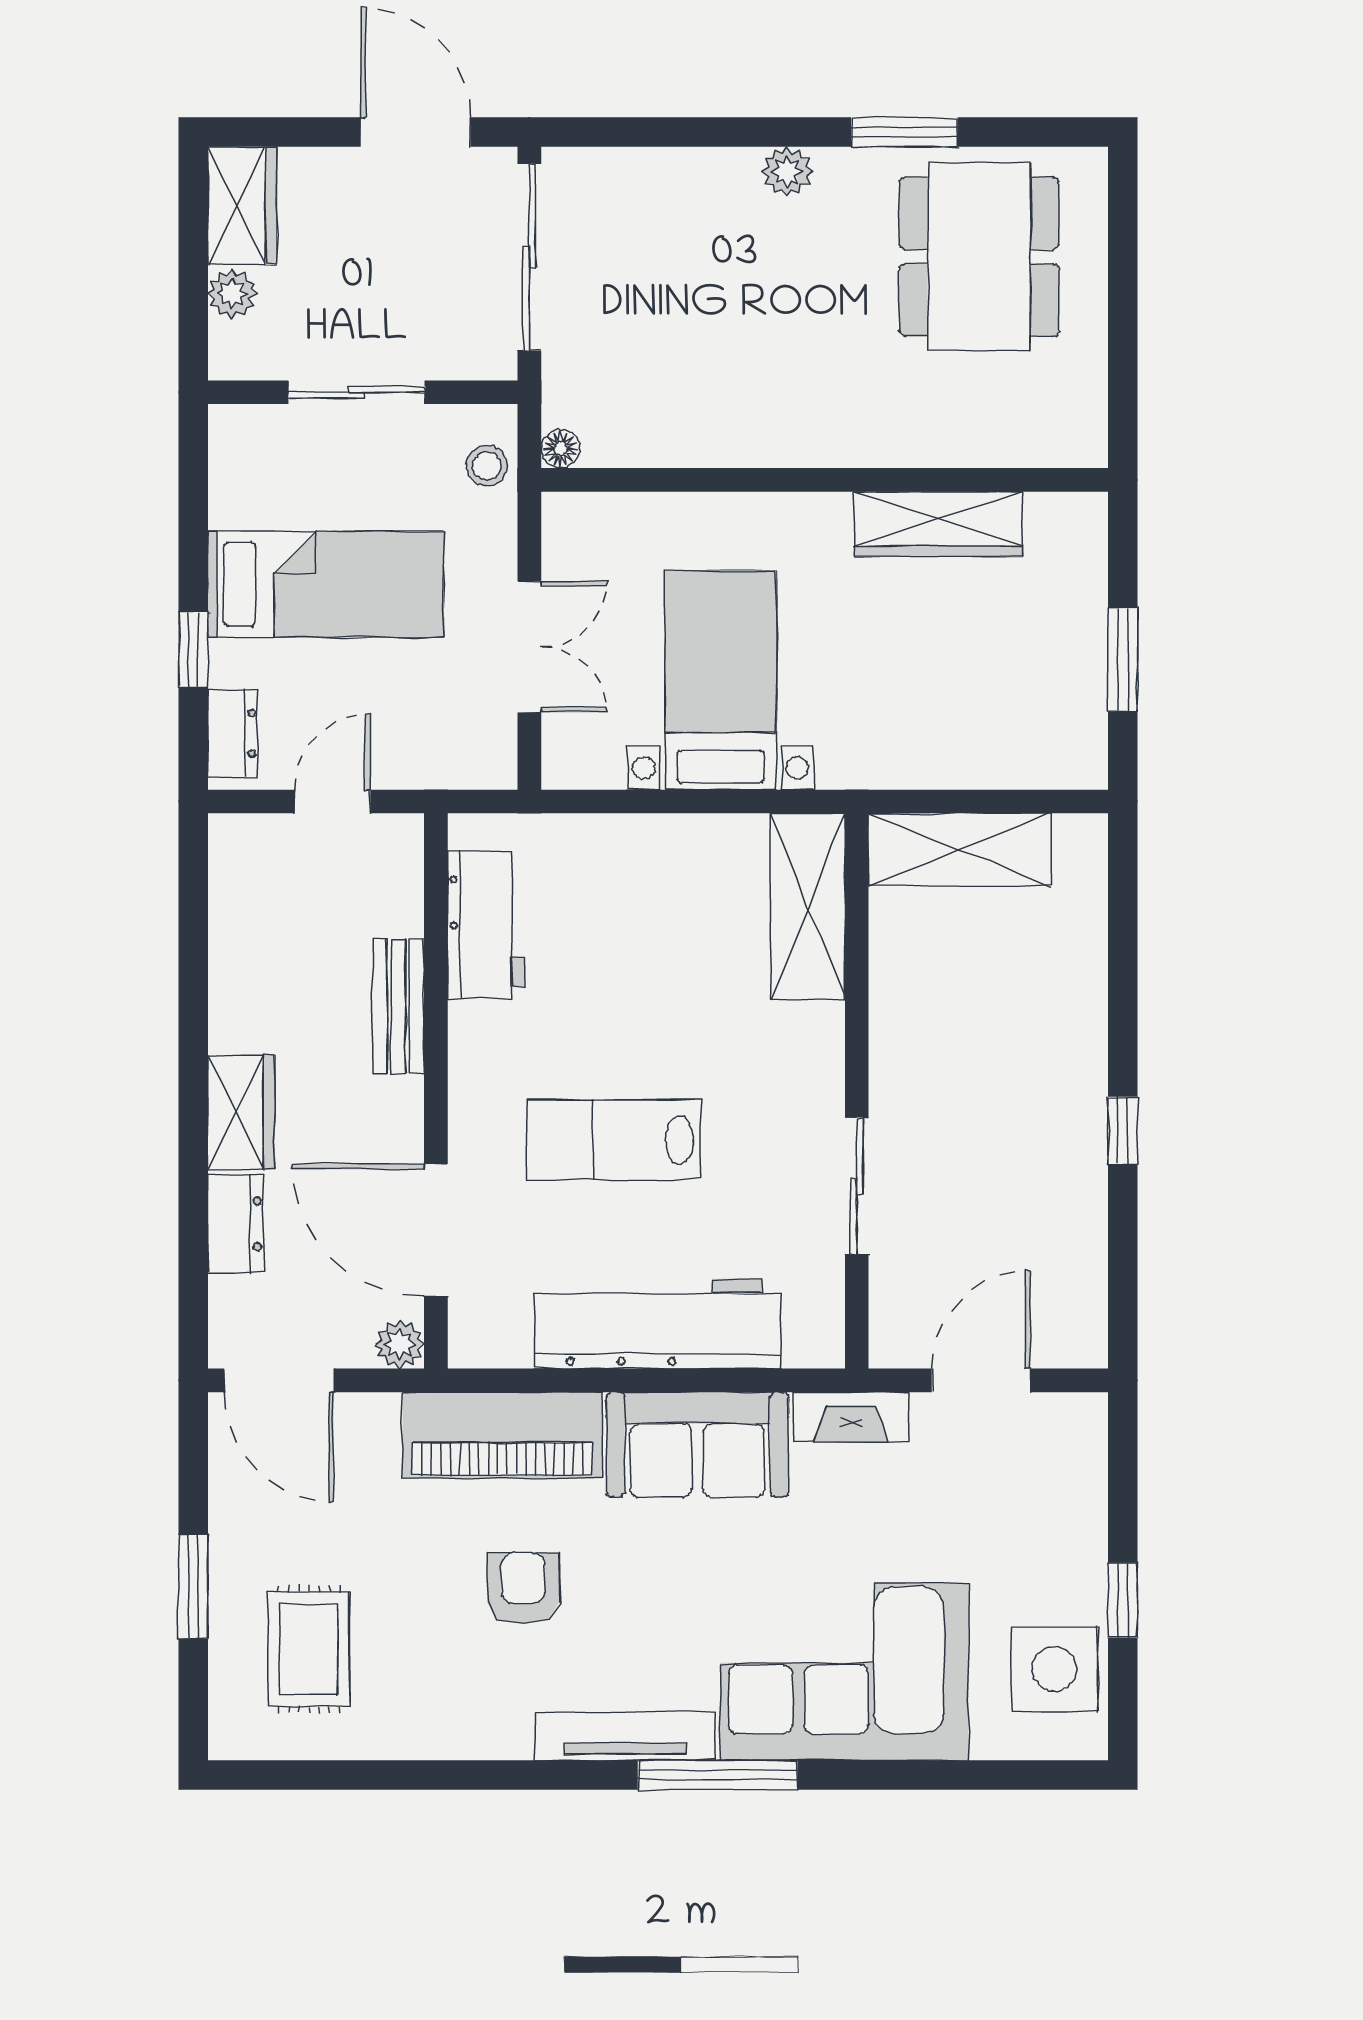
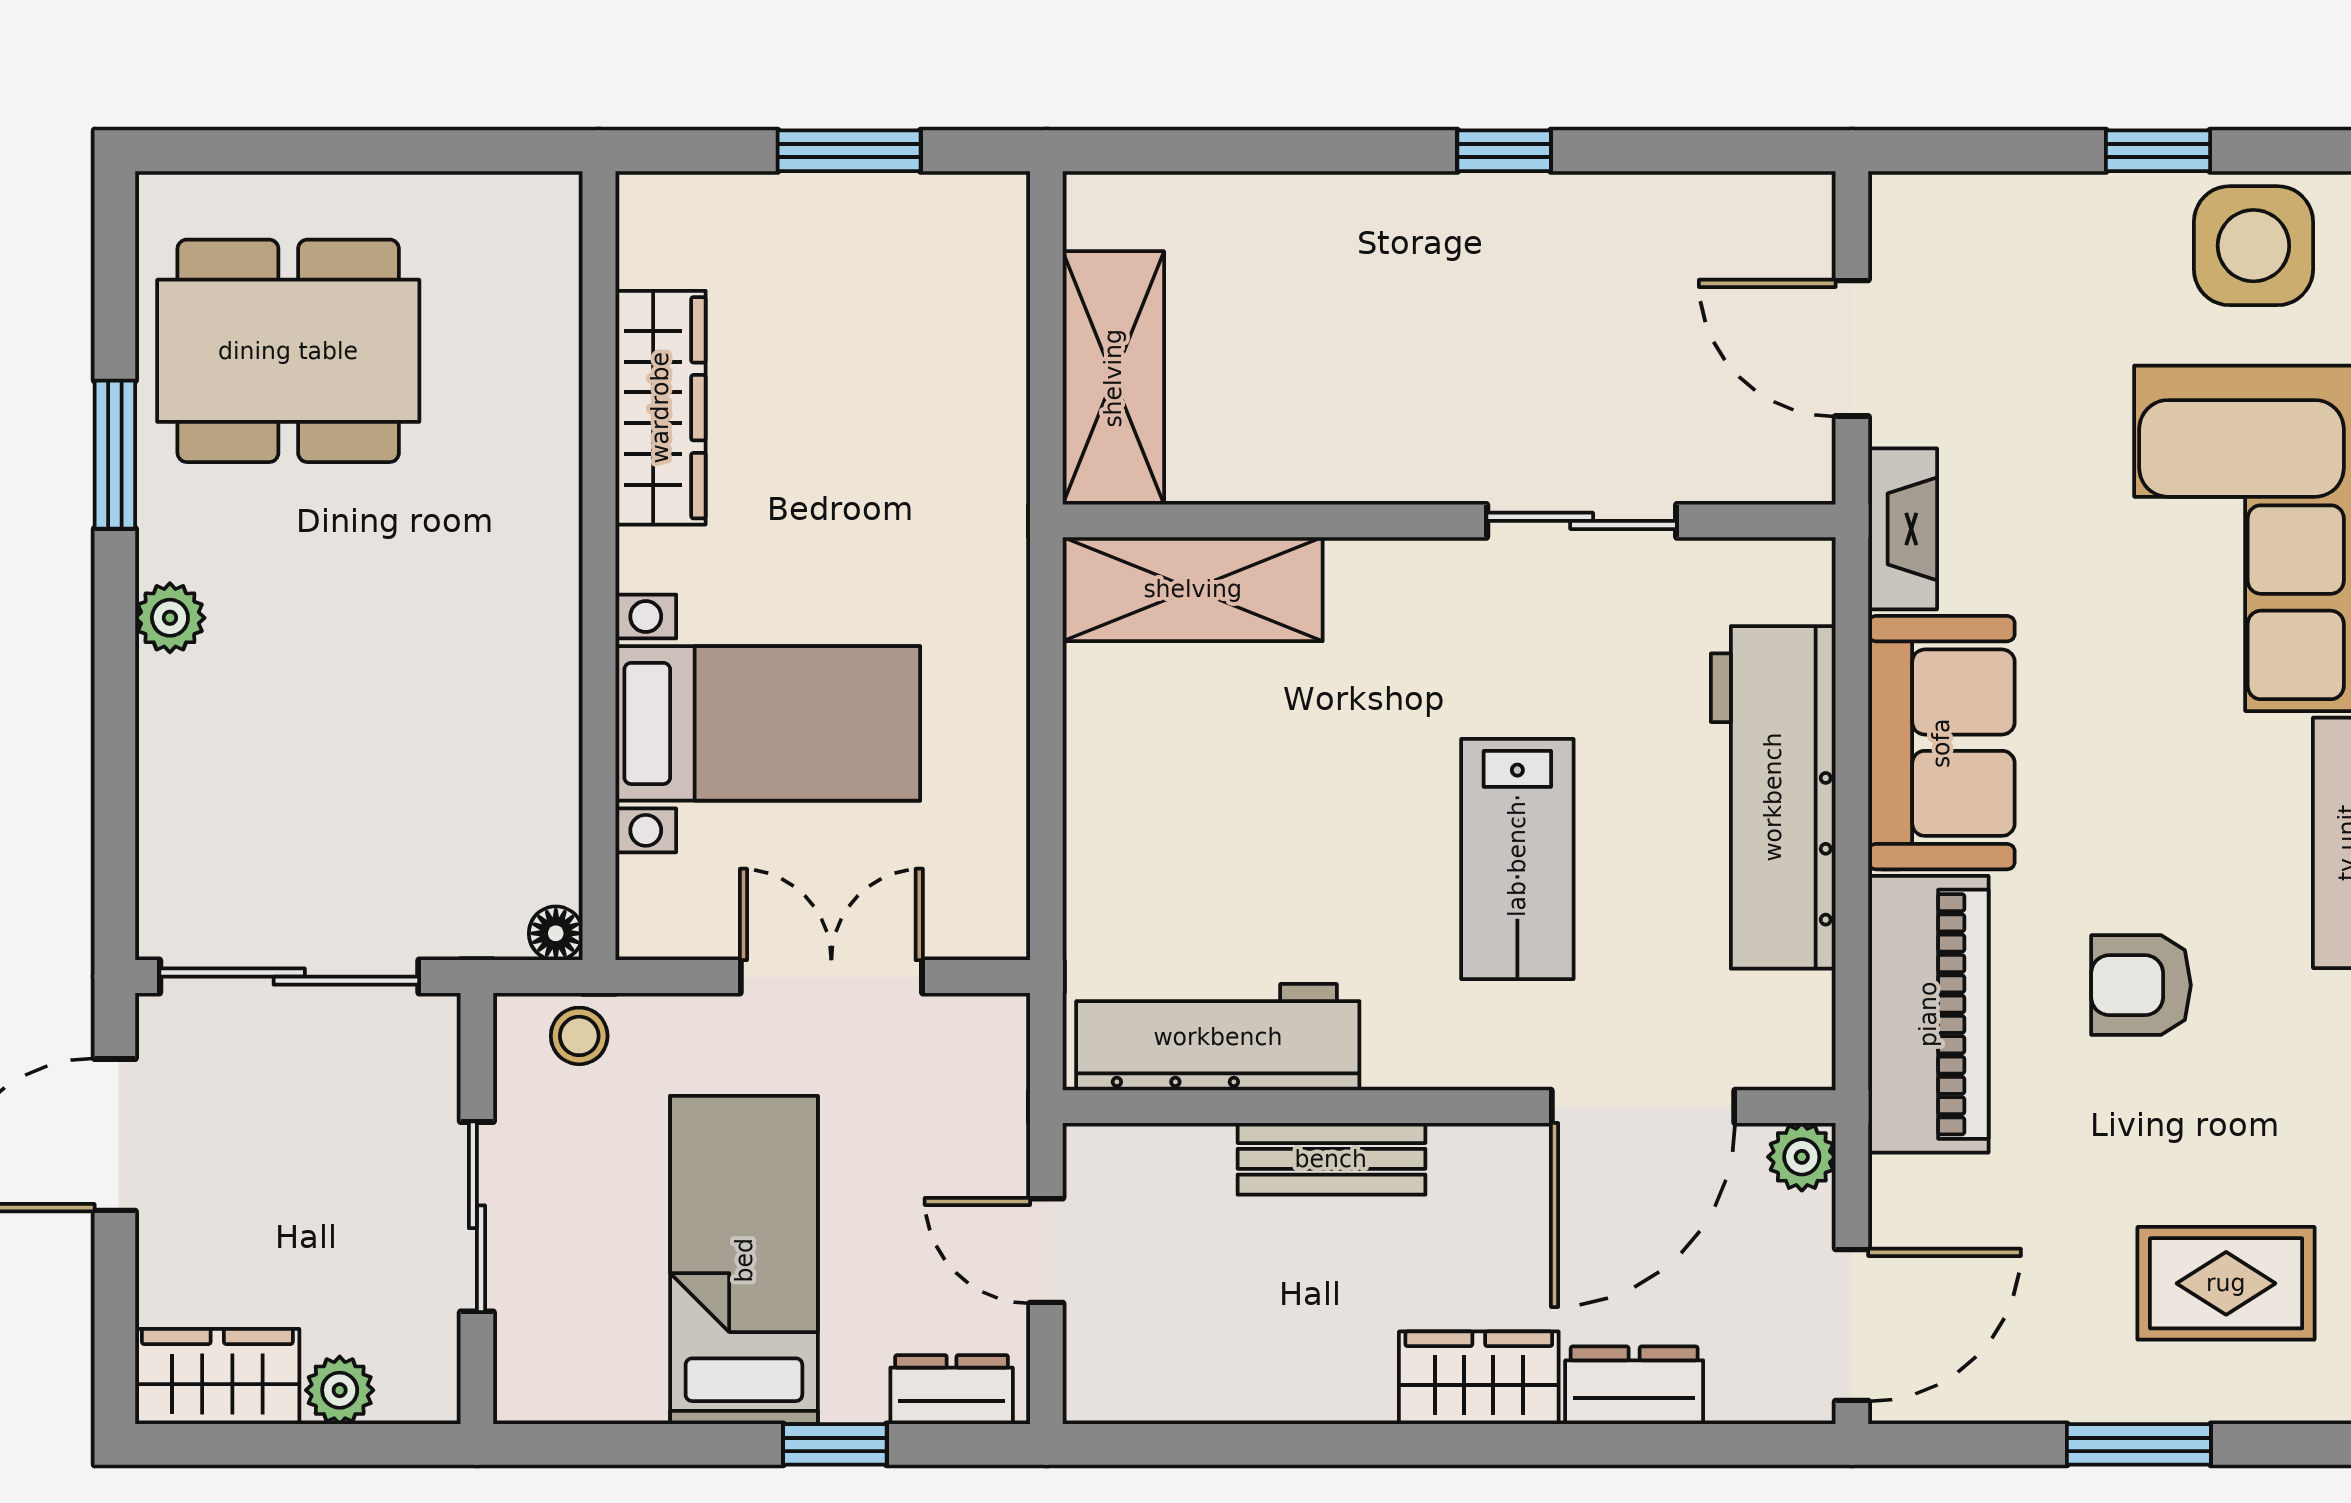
bed with nightstands: (721, 680) -> (768, 723), moved, turned 180
workbench: (486, 925) -> (1218, 1037), width x1.38

